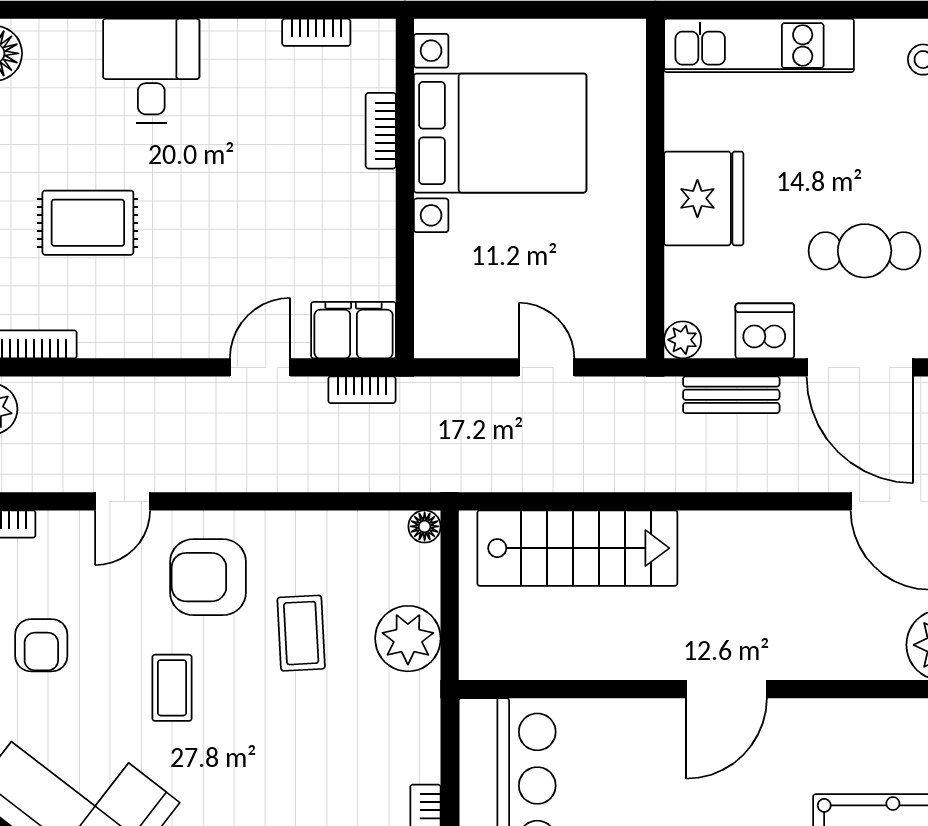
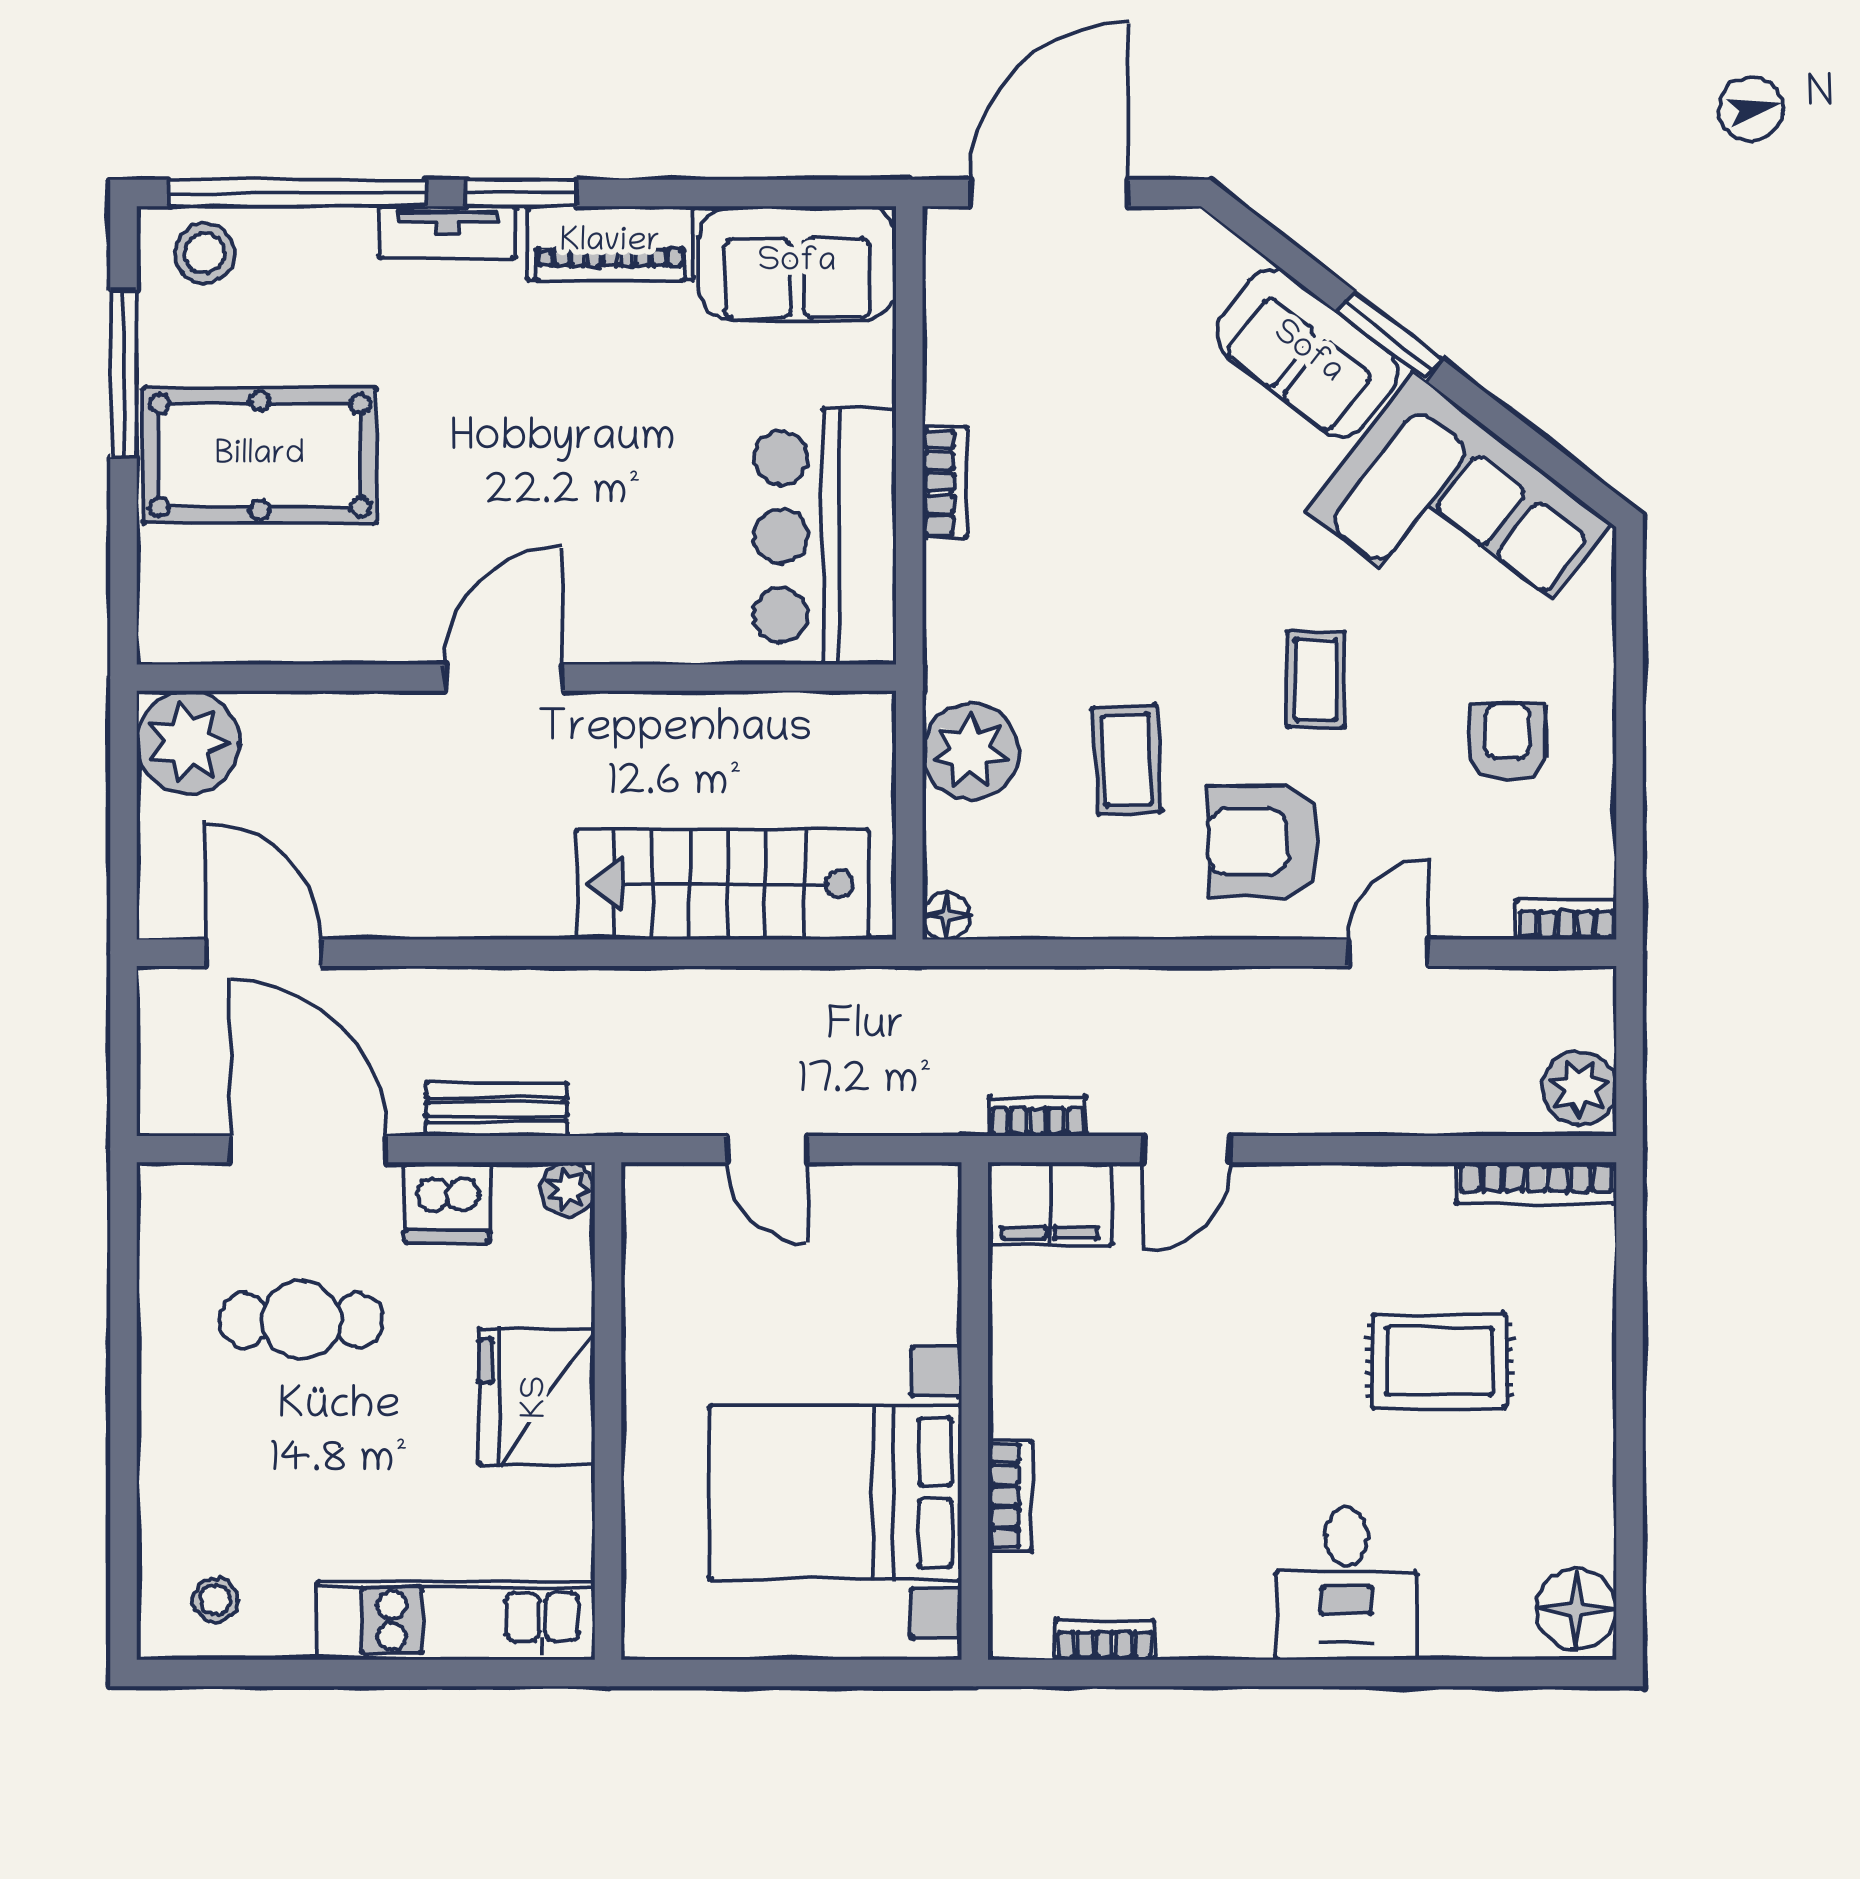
armchair: (208, 577) -> (1263, 842), turned 180

